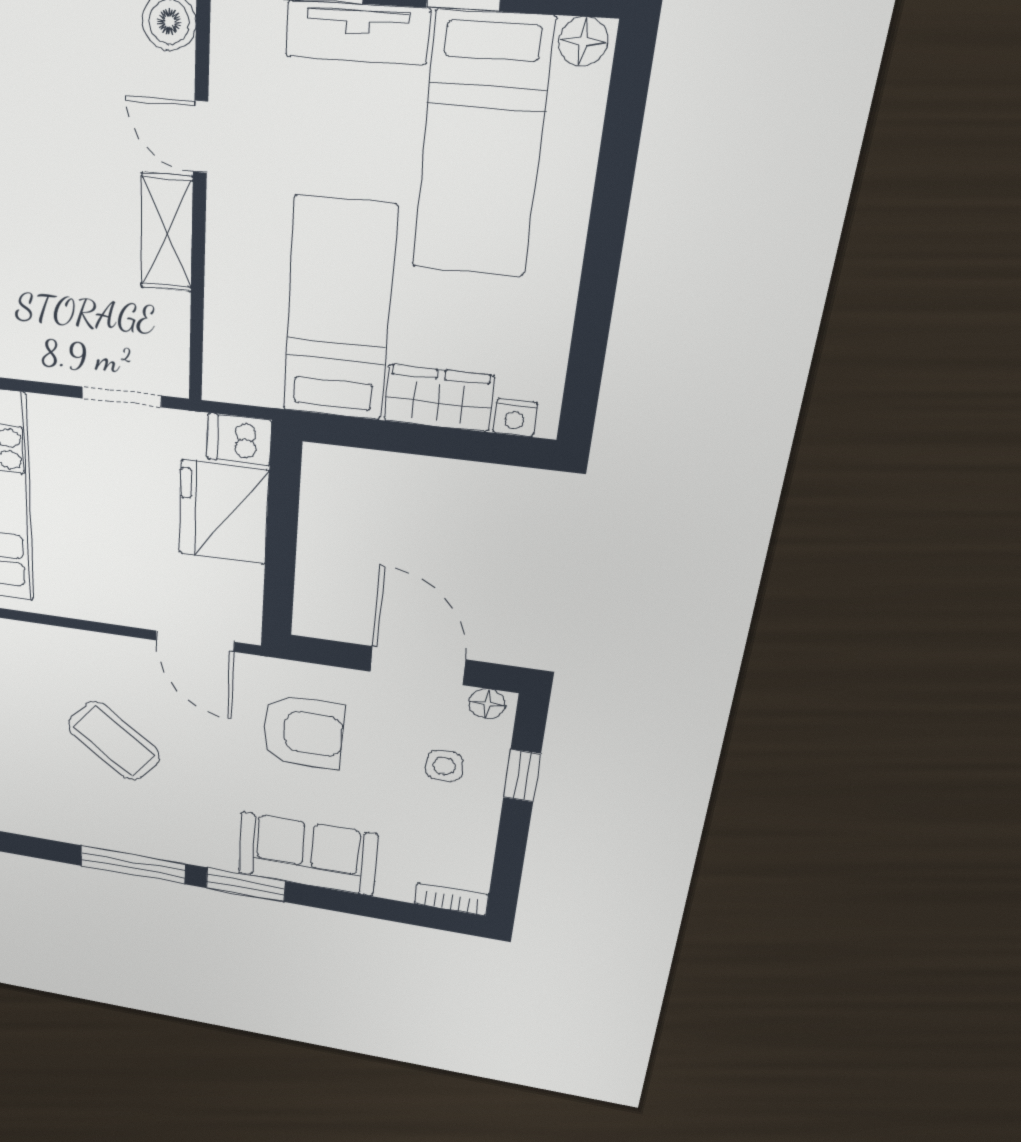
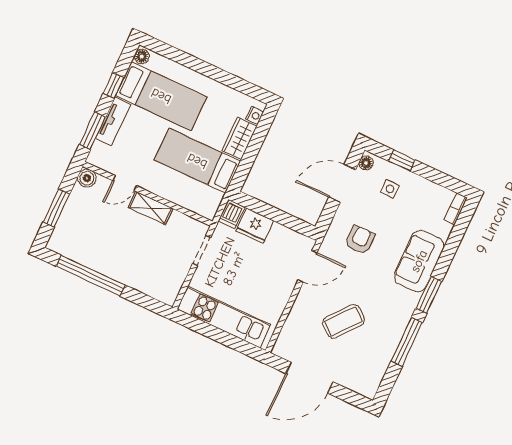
fridge: (223, 512) -> (255, 226), width x0.73, depth x0.75
armchair: (302, 732) -> (360, 240), width x0.72, depth x0.72

